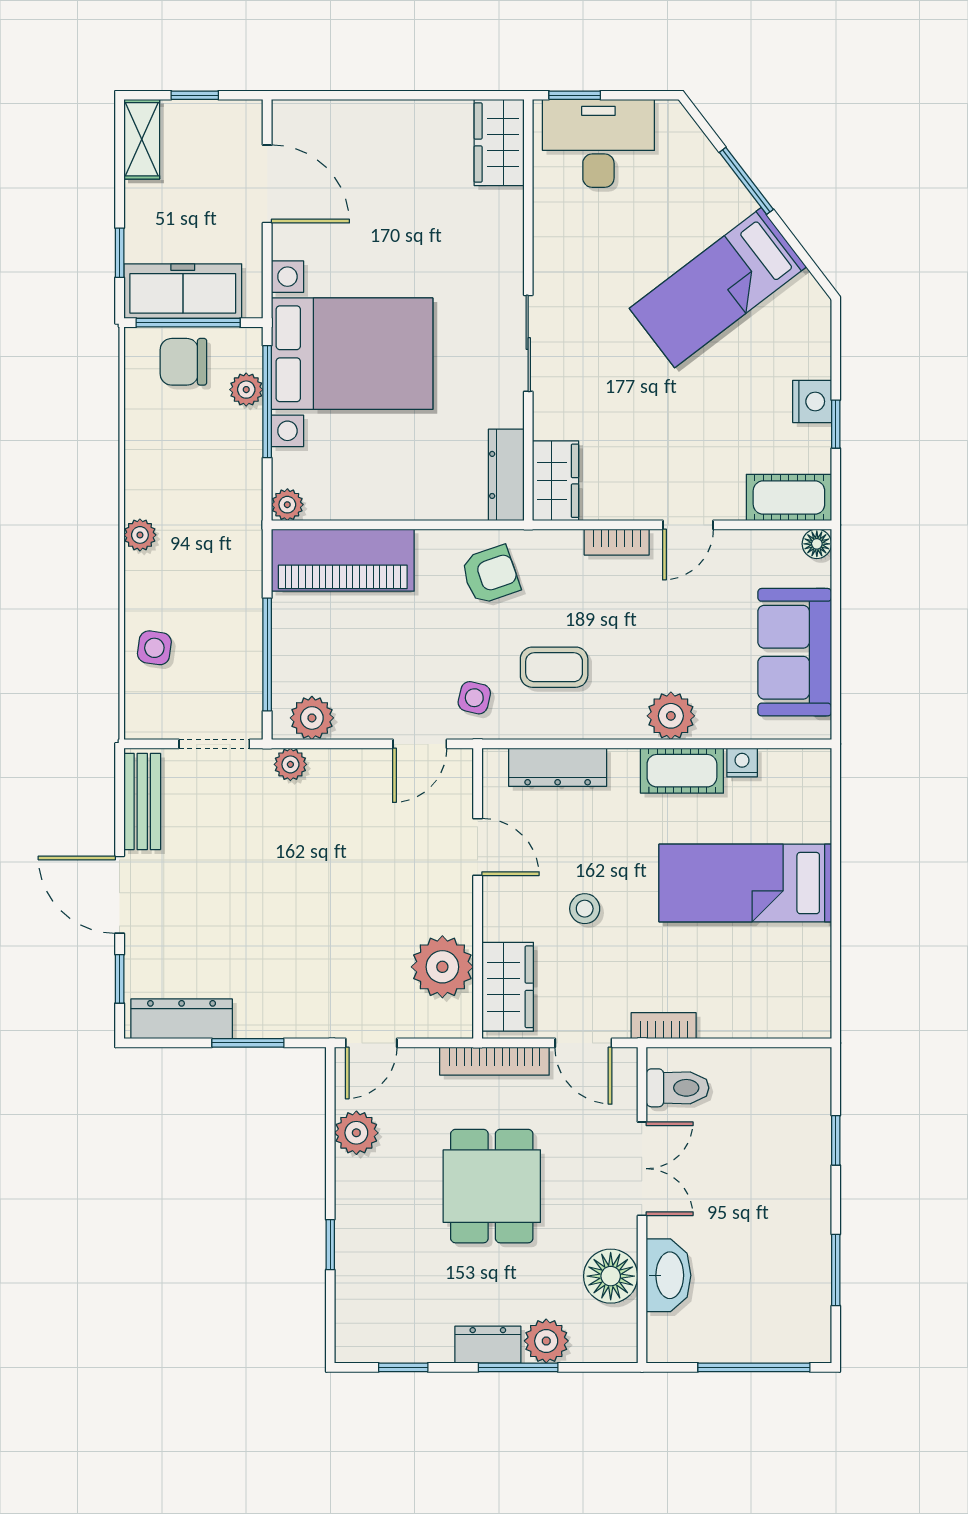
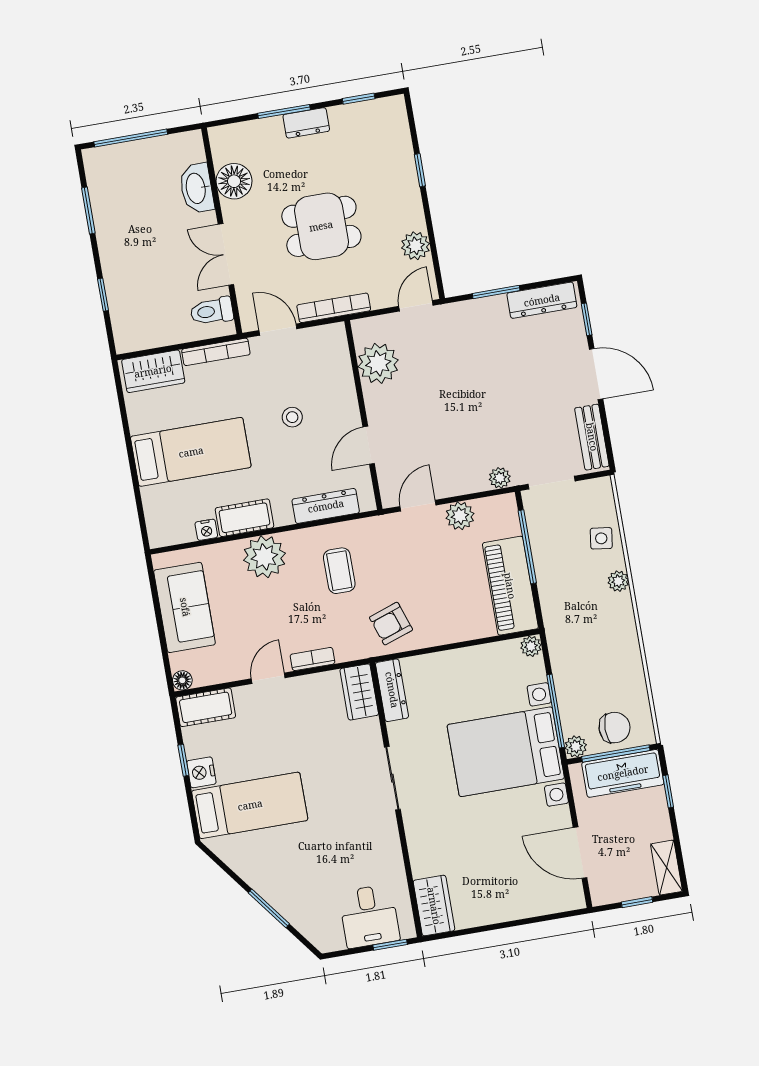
desk: (598, 143) -> (369, 916), width x0.73
bed: (718, 288) -> (250, 805), moved, turned 37
plant: (246, 390) -> (576, 746), moved
plant: (140, 535) -> (618, 581), moved
piano: (343, 560) -> (510, 586), moved, turned -90
coffee table: (554, 667) -> (339, 571), turned 90
side table: (474, 698) -> (388, 542), removed
plant: (671, 716) -> (264, 557), width x1.36, depth x1.36
plant: (312, 718) -> (460, 516), moved
door: (478, 847) -> (369, 445), hinge flipped
wardrobe: (508, 987) -> (153, 371), moved, turned -90
bookcase: (664, 1026) -> (216, 352), width x1.56
dining table: (492, 1186) -> (321, 226), turned 90
plant: (546, 1341) -> (269, 132), removed

